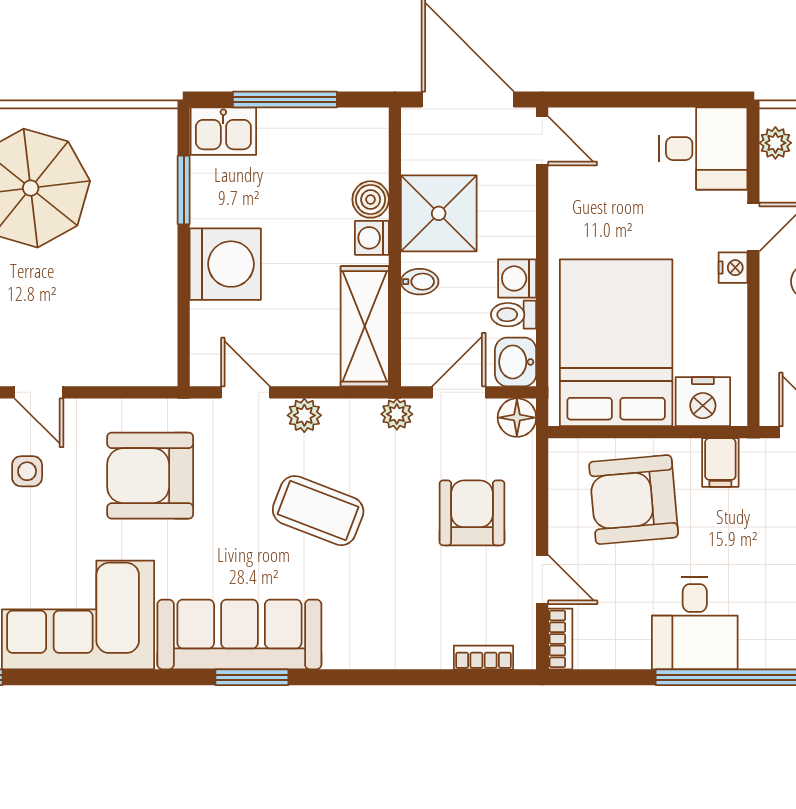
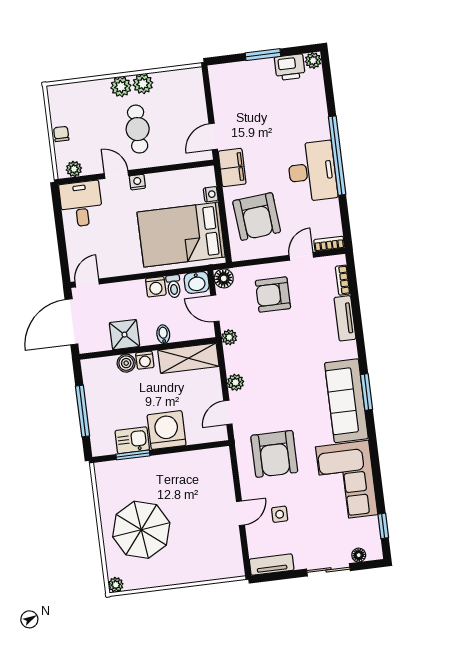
kitchen sink: (223, 131) -> (132, 440), moved, turned -90
shower: (439, 213) -> (124, 335), width x0.73, depth x0.73
nightstand: (703, 402) -> (211, 194), width x0.53, depth x0.56
filing cabinet: (720, 462) -> (232, 168), width x2.00
coffee table: (318, 511) -> (281, 370), removed
desk: (695, 623) -> (312, 171), width x1.37
tv unit: (406, 652) -> (345, 318), added

